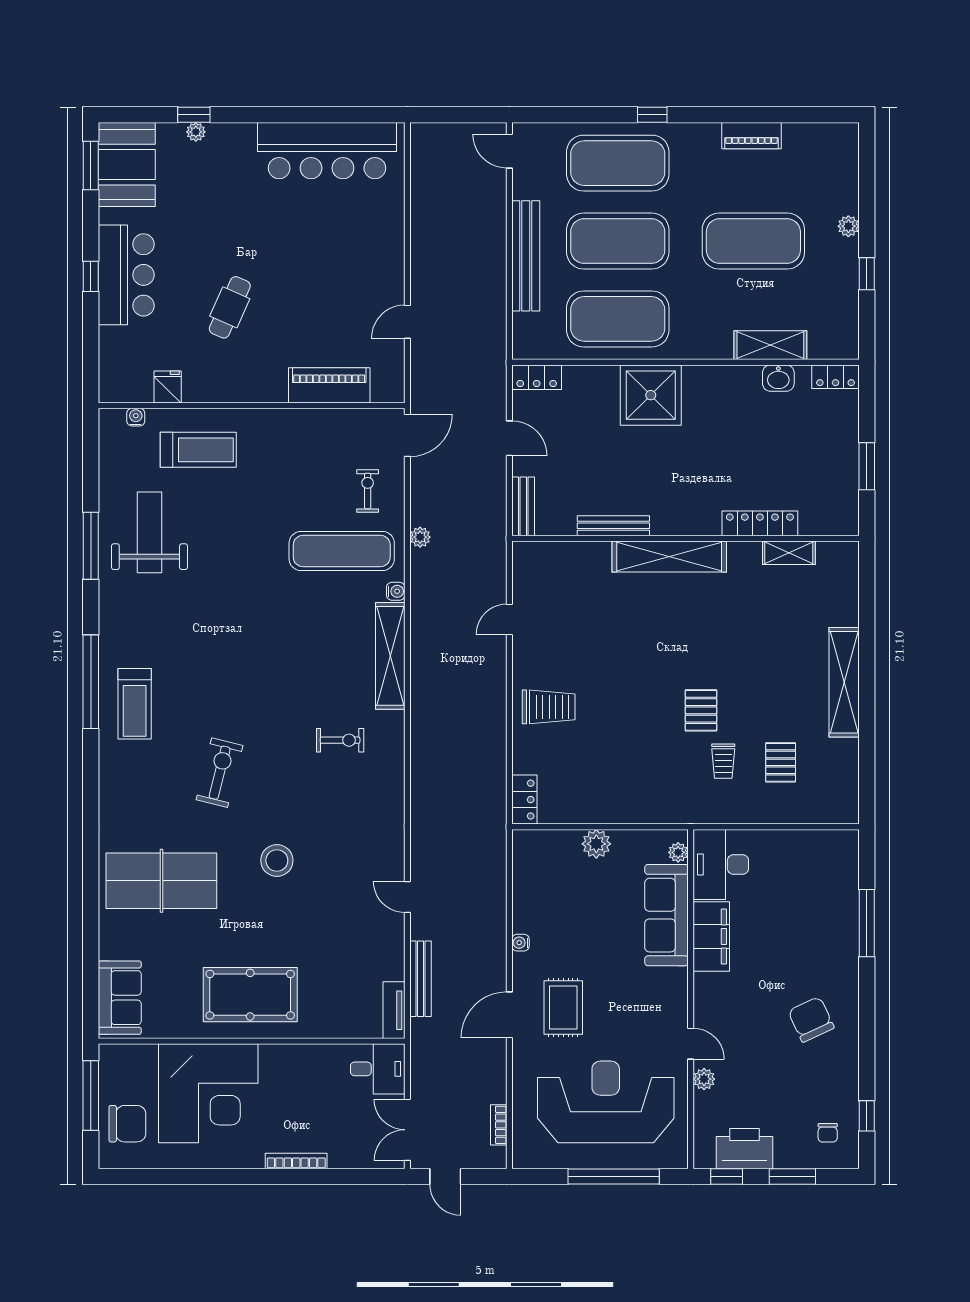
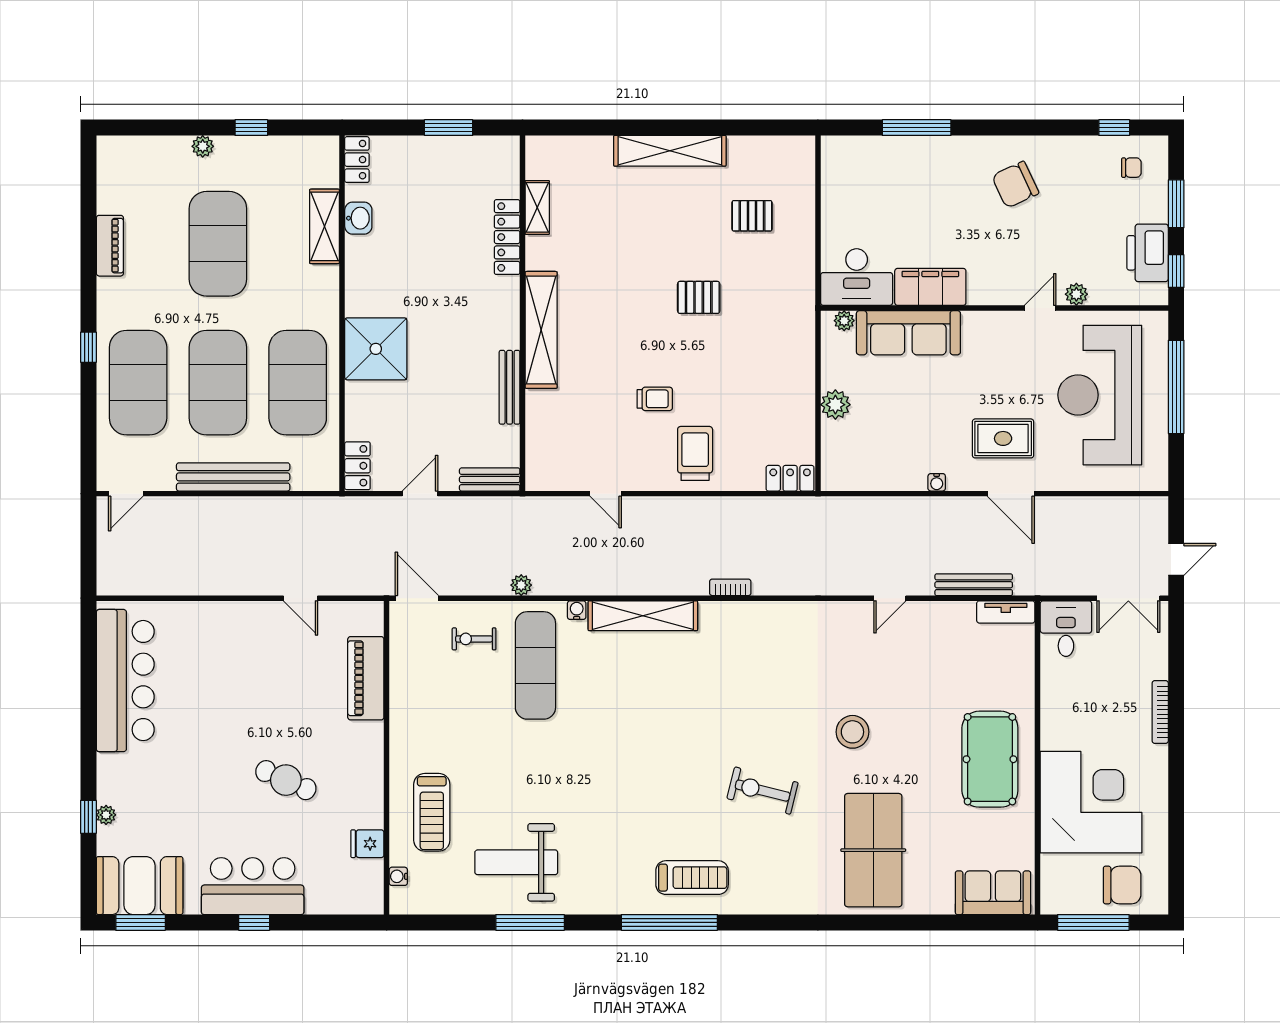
treadmill: (198, 450) -> (432, 812), turned 180
exercise bike: (340, 740) -> (729, 667), removed
trolley: (723, 761) -> (655, 399), moved
chair: (127, 1124) -> (1122, 885), turned 90
bookcase: (499, 1125) -> (730, 587), moved, turned 180

